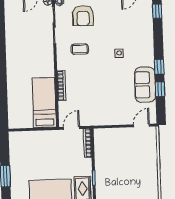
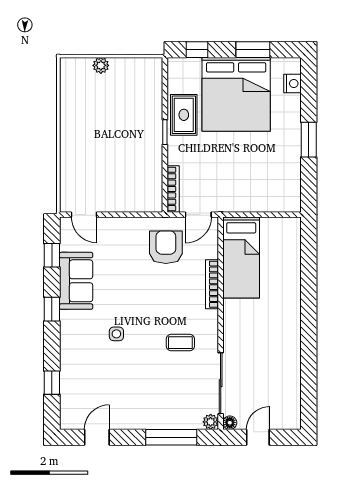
window: (157, 11) -> (52, 383), moved
armchair: (83, 16) -> (166, 247), moved
window: (160, 89) -> (52, 255), moved
door: (141, 125) -> (84, 215), hinge flipped

